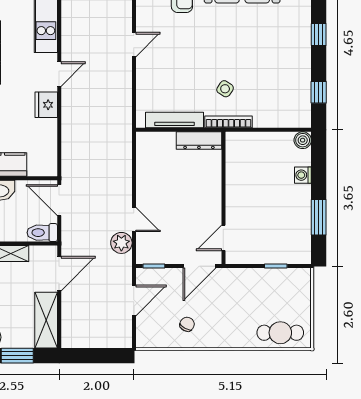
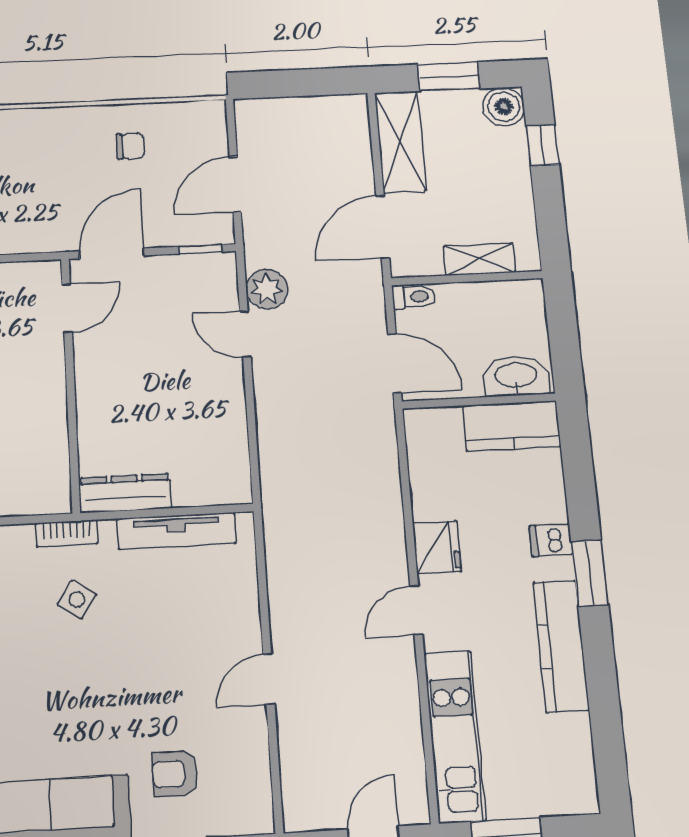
bookcase: (229, 122) -> (67, 533), width x0.64
toilet: (42, 233) -> (414, 297), width x0.73, depth x0.72
chair: (187, 324) -> (130, 146), turned -119

